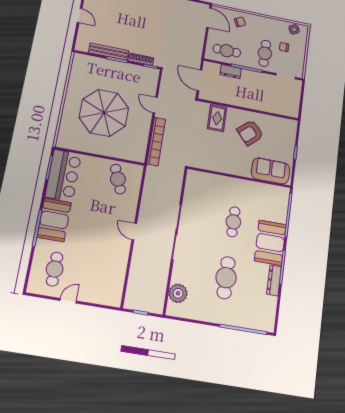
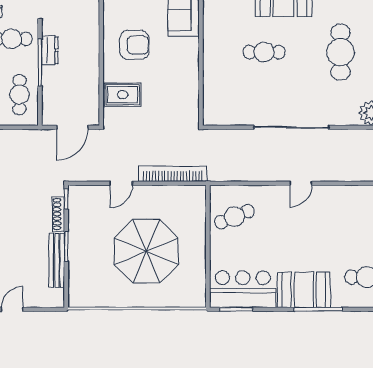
dresser: (231, 72) -> (50, 50), moved
armchair: (250, 133) -> (134, 45), turned -48
cafe table: (226, 278) -> (340, 52), turned 90

